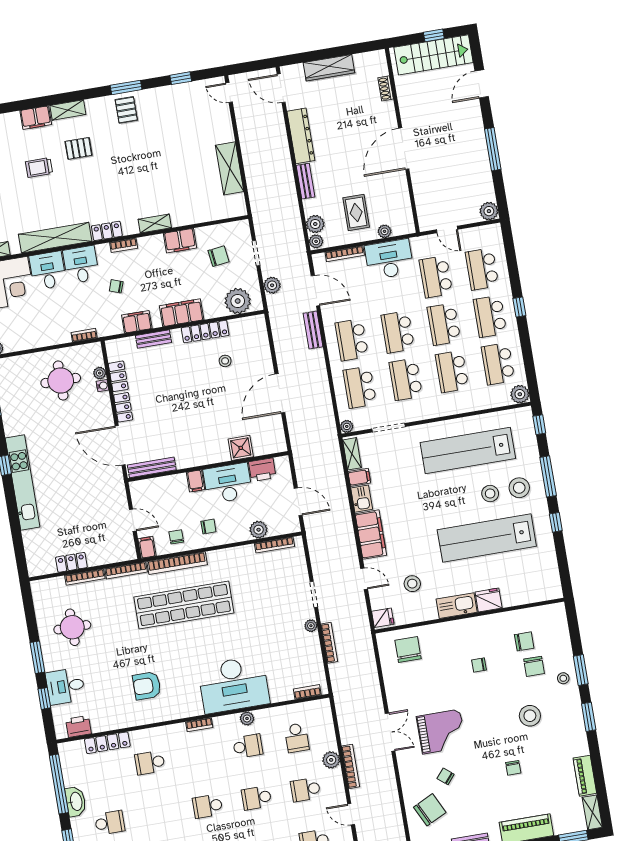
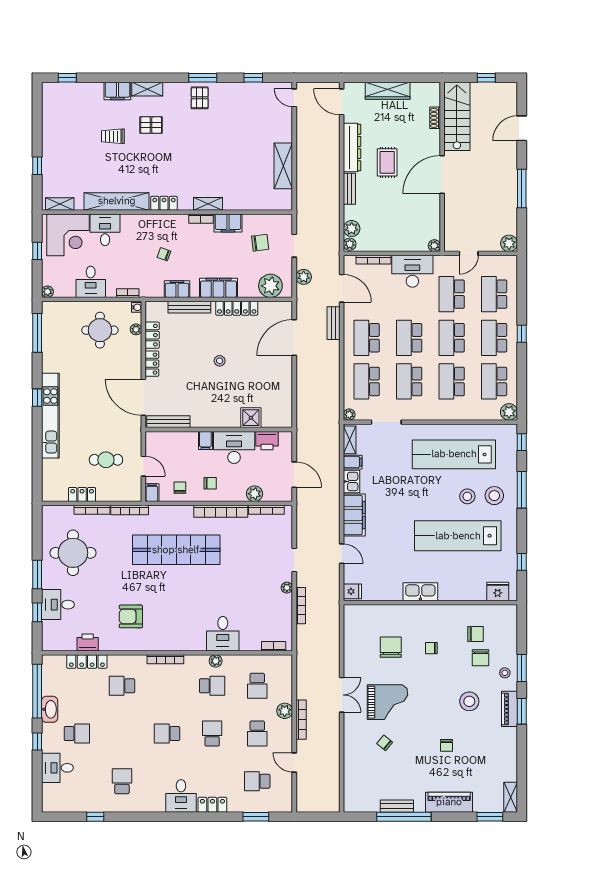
stairs: (433, 55) -> (457, 116), moved, turned -90
rug: (356, 213) -> (387, 162), moved
door: (447, 229) -> (469, 253), hinge flipped
plant: (385, 231) -> (434, 246), moved
bookcase: (124, 245) -> (201, 219), moved
desk: (81, 265) -> (91, 282), moved, turned 180
bench: (153, 339) -> (189, 307), width x1.36
stool: (225, 361) -> (220, 361), moved
water cooler: (103, 386) -> (137, 307), moved
door: (280, 393) -> (294, 338), moved
cafe table: (91, 520) -> (106, 460), added
window: (556, 522) -> (522, 562), moved
bookcase: (177, 563) -> (221, 511), moved
stool: (412, 584) -> (384, 565), removed
fridge: (489, 600) -> (498, 591), moved
round table: (72, 627) -> (73, 553), width x1.36, depth x1.36
chair: (408, 650) -> (391, 647), moved
desk: (234, 685) -> (223, 634), width x0.53, depth x0.77
bookcase: (199, 725) -> (165, 659), width x1.56
printer: (78, 726) -> (88, 643), moved
piano: (585, 776) -> (509, 709), moved
school desk: (306, 790) -> (257, 733), turned -90
school desk: (257, 798) -> (212, 733), turned 90
chair: (430, 810) -> (365, 770), removed

